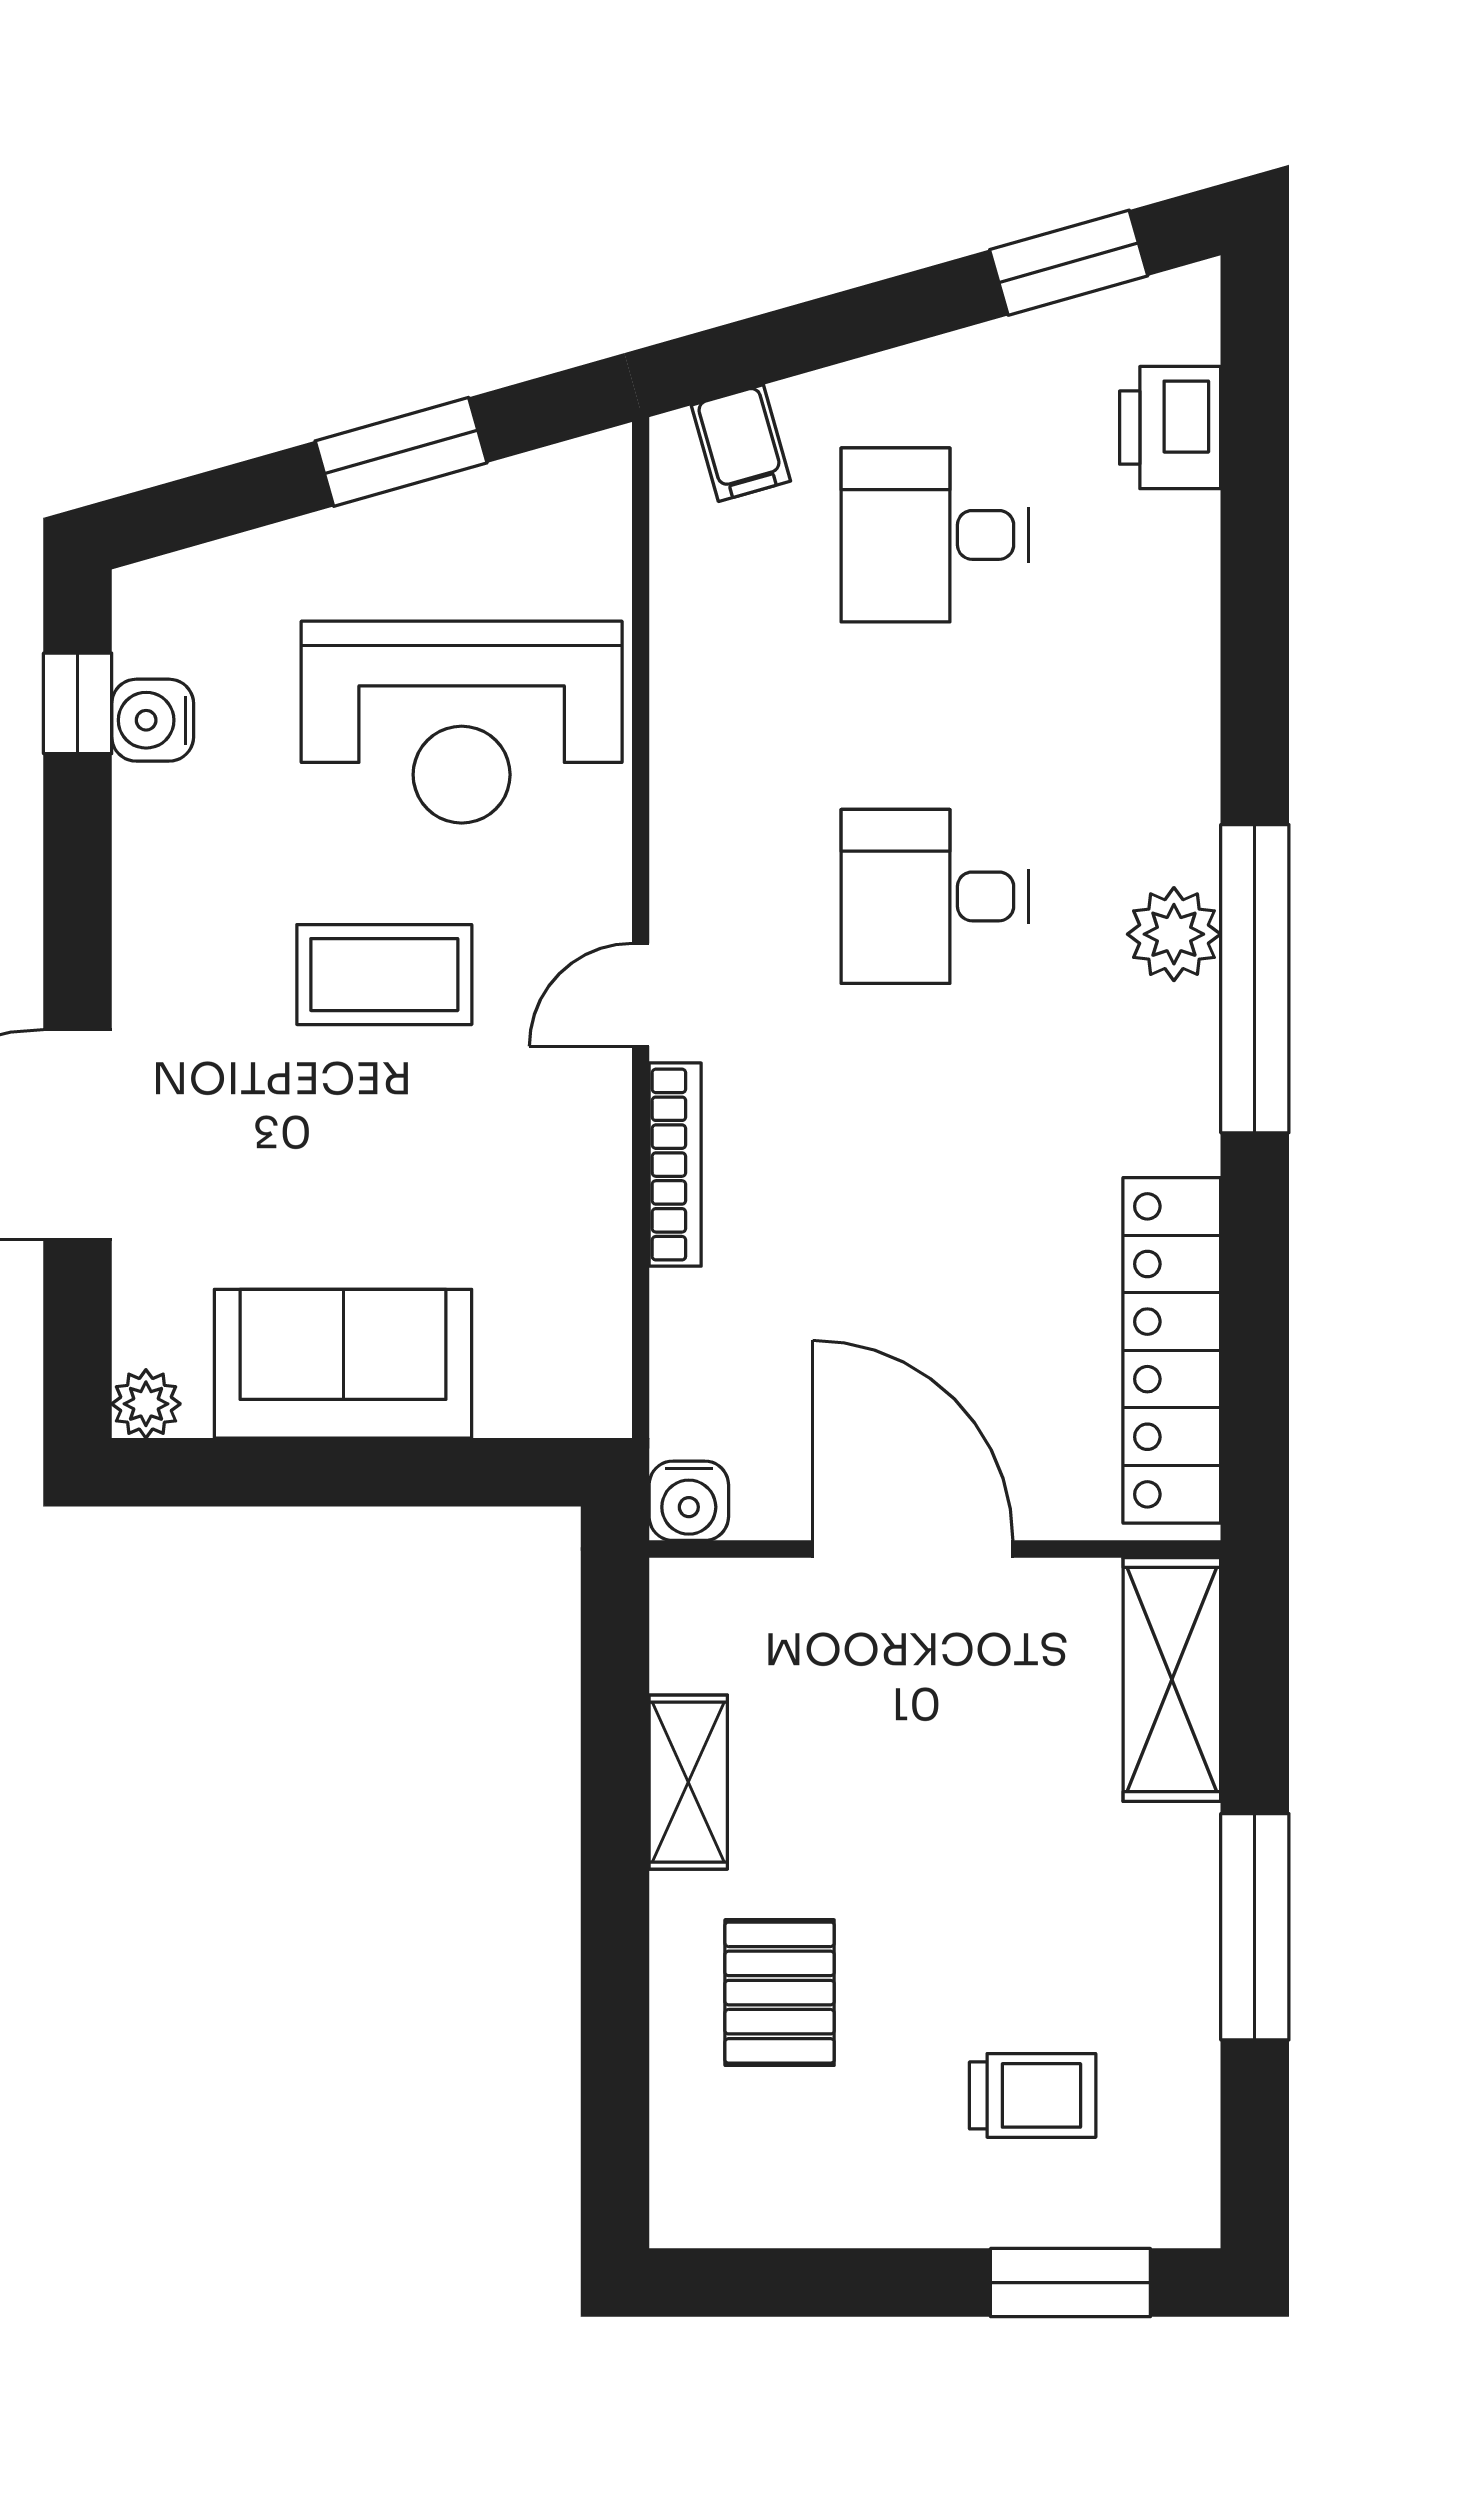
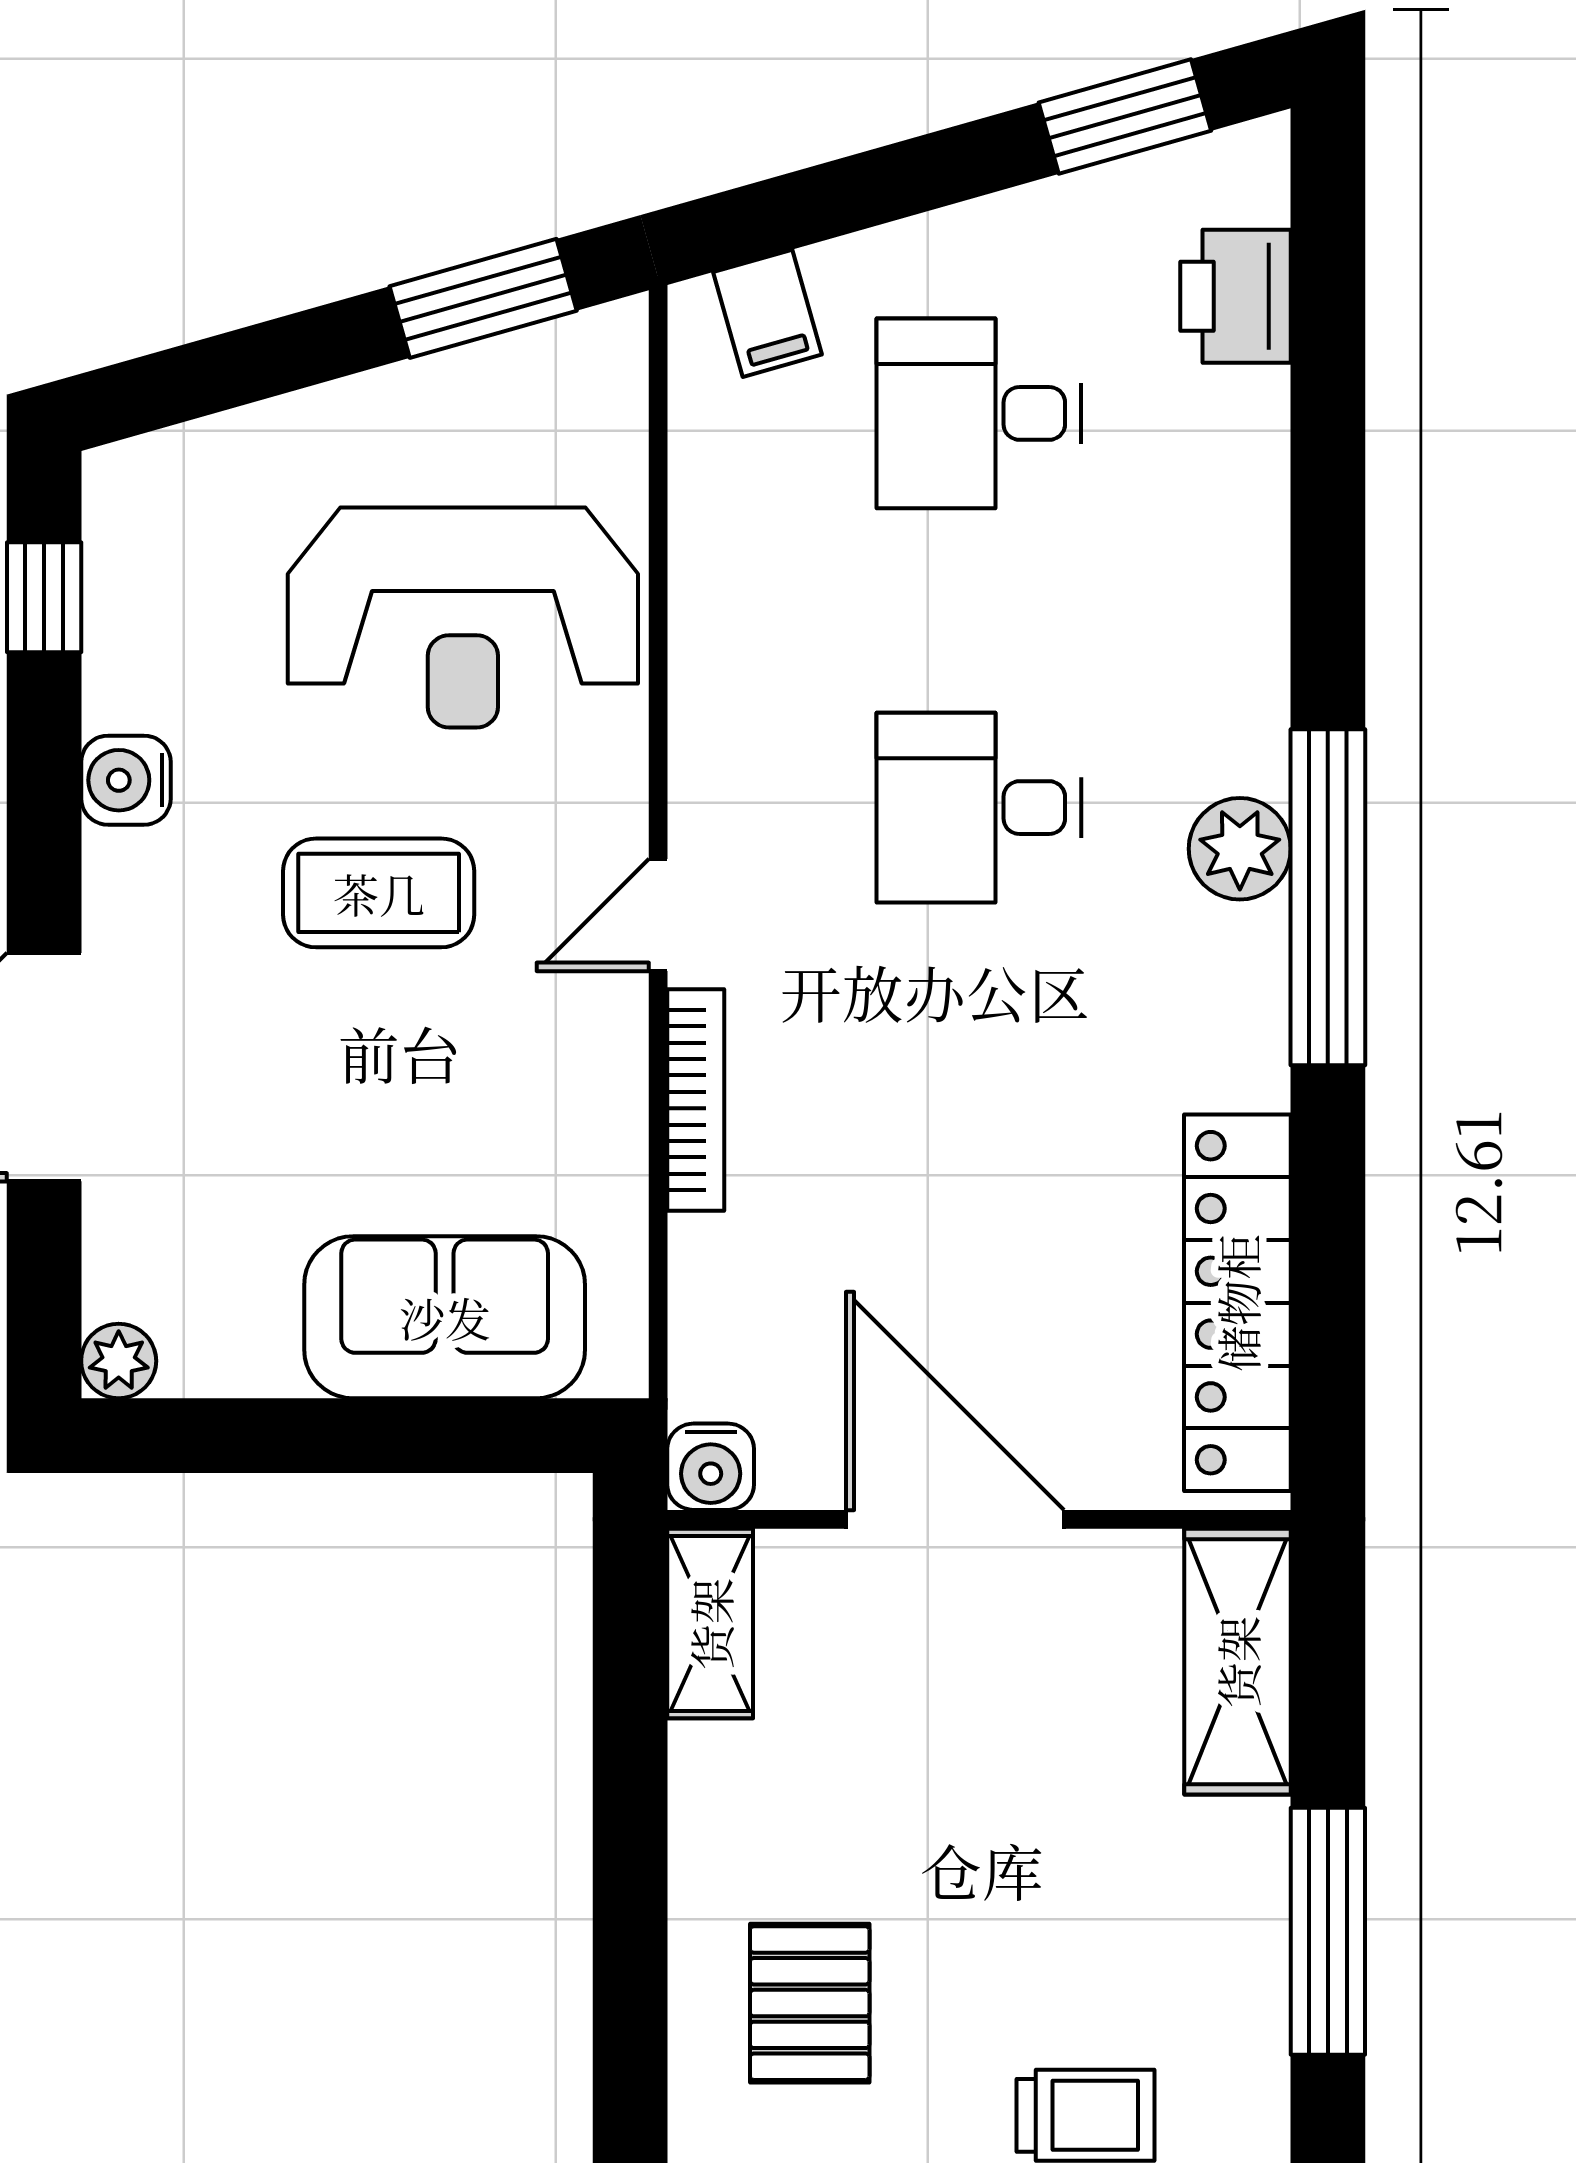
window: (401, 452) -> (483, 298), moved
water cooler: (153, 720) -> (126, 780), moved
sofa: (343, 1364) -> (445, 1317), moved
shelving: (688, 1782) -> (710, 1624), moved

